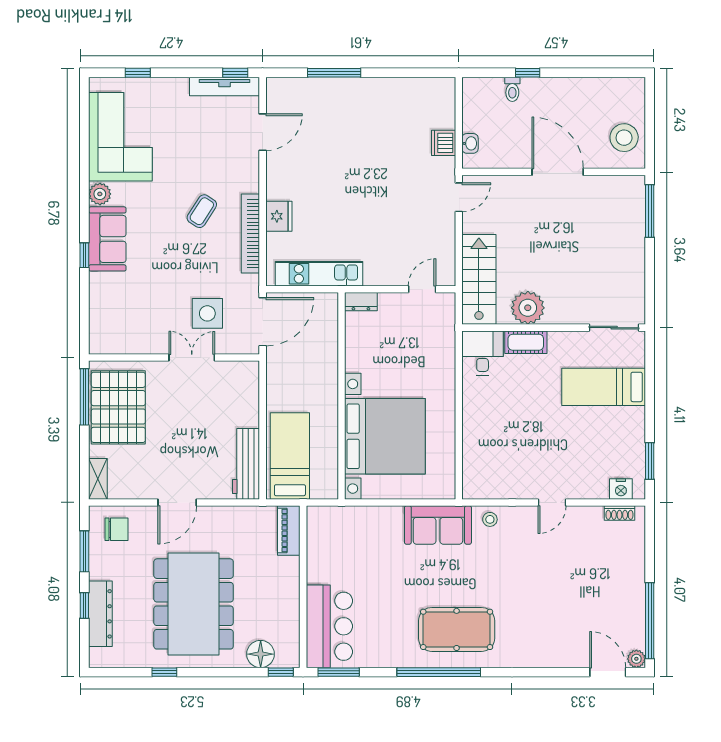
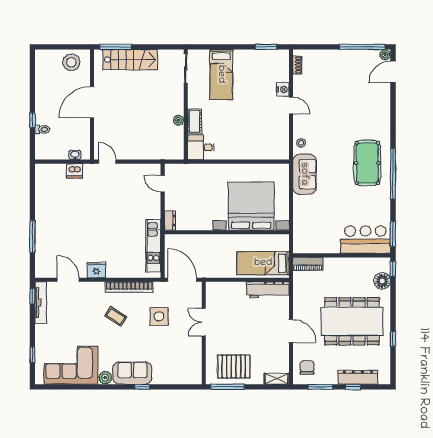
fridge: (279, 216) -> (96, 270), moved
stairs: (479, 279) -> (130, 60), moved, turned 180
plant: (528, 308) -> (178, 120), width x0.53, depth x0.53
side table: (207, 313) -> (159, 316), moved
pallet: (118, 407) -> (234, 366), width x0.73, depth x0.71
nightstand: (621, 489) -> (283, 89), moved

